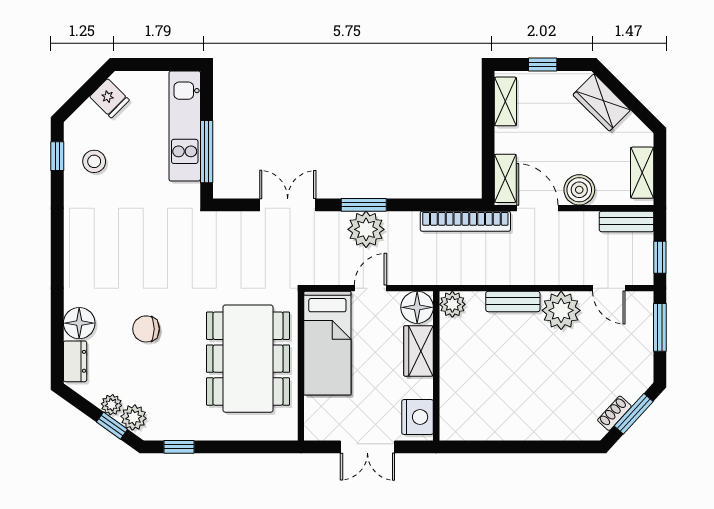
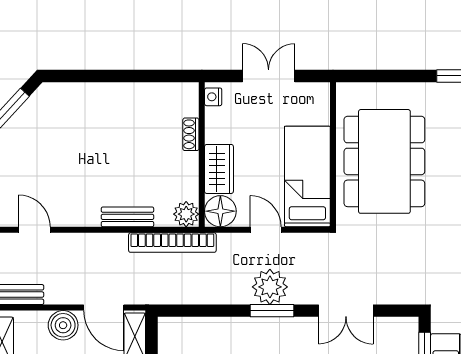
bookcase: (465, 221) -> (172, 243), moved, turned 180
door: (370, 288) -> (266, 230), swing flipped
plant: (561, 310) -> (81, 208), removed
shoe rack: (614, 413) -> (191, 134), moved, turned 137
nightstand: (418, 417) -> (213, 97), width x0.53, depth x0.56

